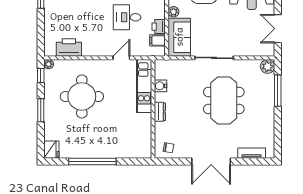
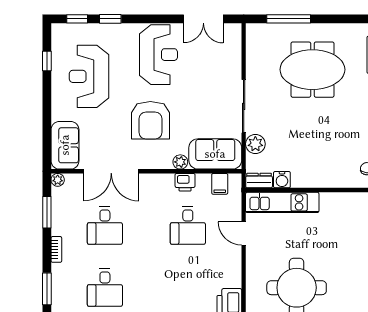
printer: (159, 27) -> (185, 182), moved
plant: (268, 66) -> (255, 144), moved
meeting table: (224, 100) -> (312, 70), moved
dresser: (160, 112) -> (259, 181), moved

